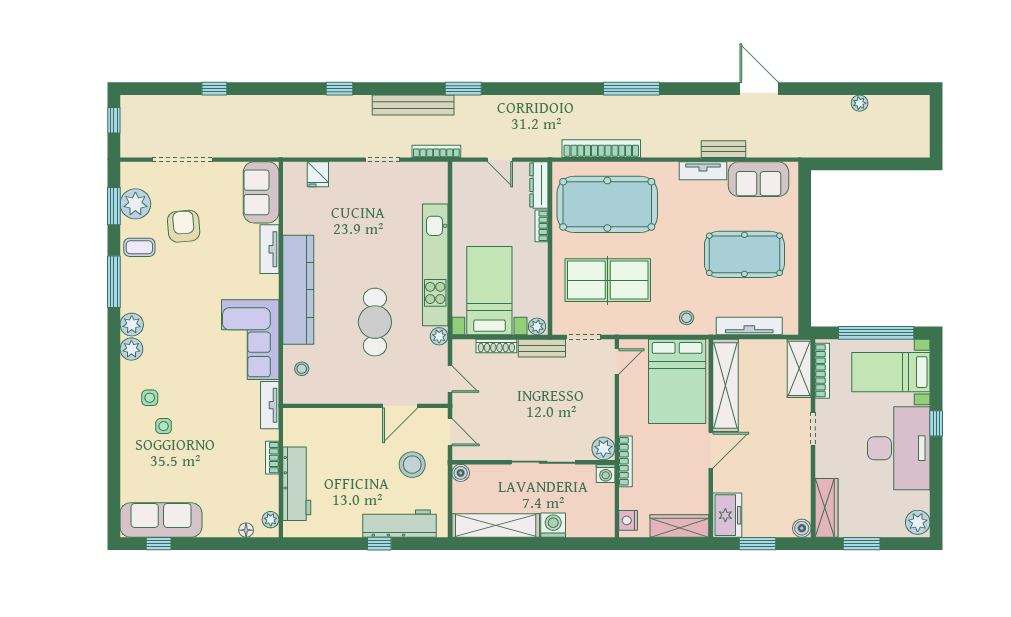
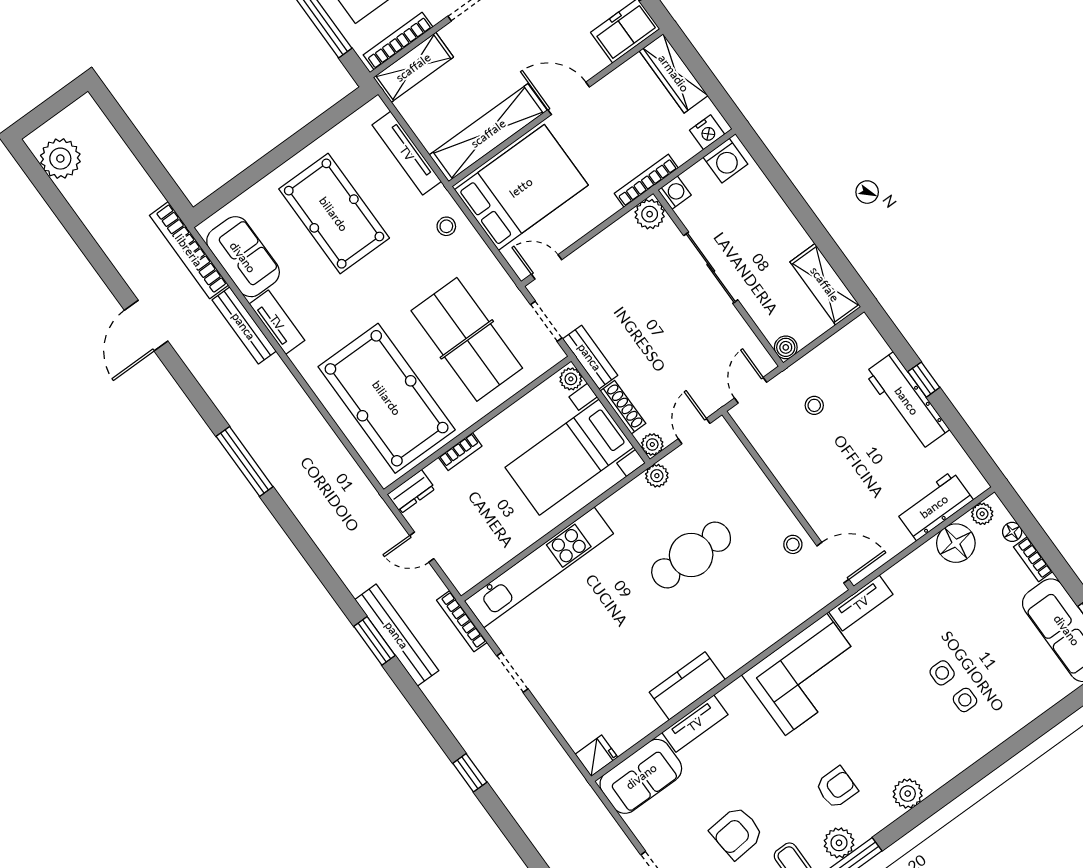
plant: (860, 103) -> (60, 159), moved, width x1.87, depth x1.87
bench: (413, 105) -> (397, 635), moved
bookcase: (601, 149) -> (189, 250), moved
bench: (724, 149) -> (244, 326), width x1.36
door: (500, 160) -> (422, 547), swing flipped
fridge: (318, 174) -> (596, 756), moved
dresser: (539, 185) -> (411, 492), width x0.70
kitchen unit: (435, 265) -> (539, 567), moved
kitchen counter: (298, 290) -> (687, 686), width x0.48, depth x0.86
armchair: (167, 308) -> (837, 788), added
plant: (132, 325) -> (839, 843), moved
plant: (460, 347) -> (652, 444), added
stool: (302, 369) -> (793, 544), moved
side table: (150, 398) -> (942, 673), moved
door: (400, 406) -> (833, 563), moved
bookcase: (272, 458) -> (1033, 559), moved, turned 90
stool: (412, 465) -> (814, 405), width x0.53, depth x0.53
workbench: (297, 484) -> (934, 506), width x0.73
floor lamp: (264, 490) -> (956, 543), added
workbench: (399, 524) -> (907, 401), moved
shelving: (496, 525) -> (825, 284), width x0.68
washing machine: (553, 525) -> (725, 161), moved, turned -90

